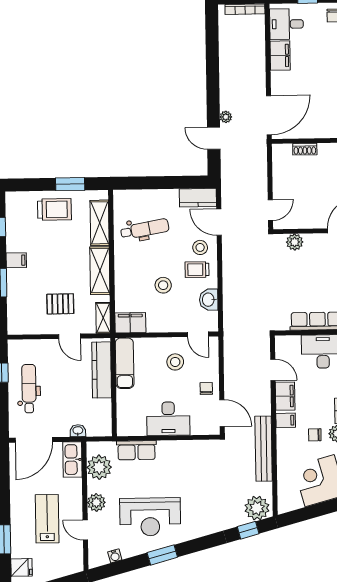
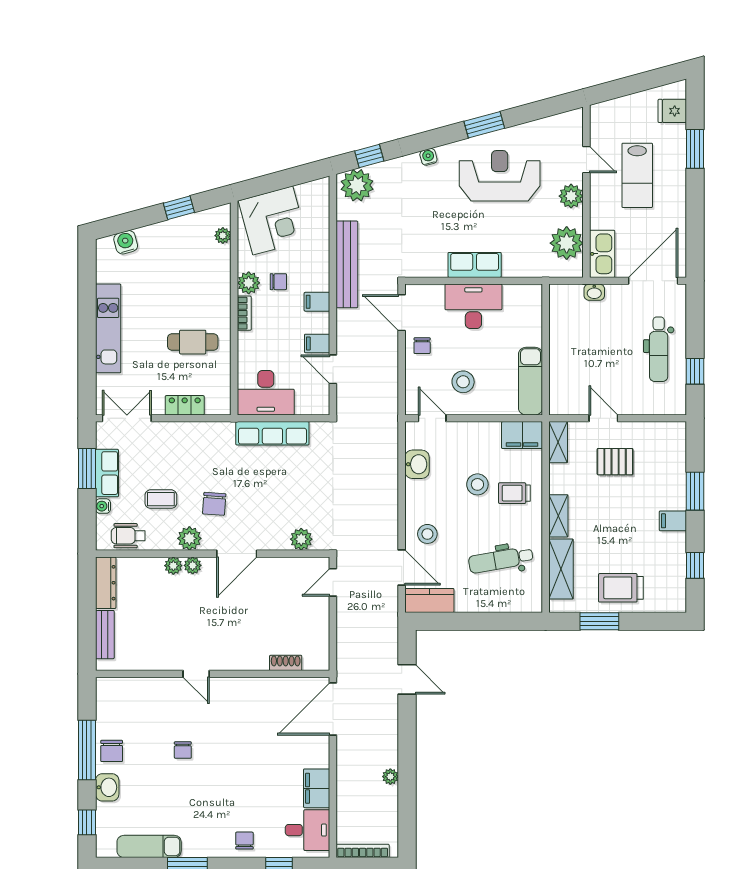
plant: (226, 117) -> (390, 777), moved
trolley: (197, 270) -> (514, 493), moved, turned 180
shelving: (100, 271) -> (558, 516), width x0.67, depth x0.75
kitchen counter: (102, 370) -> (561, 373), removed
filing cabinet: (285, 396) -> (317, 343), width x0.50
row of seats: (136, 450) -> (475, 265), moved
water cooler: (115, 556) -> (428, 157), moved

